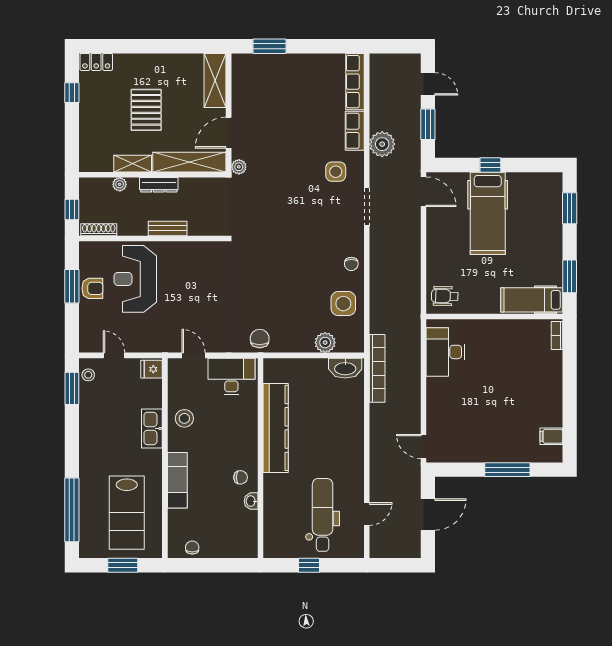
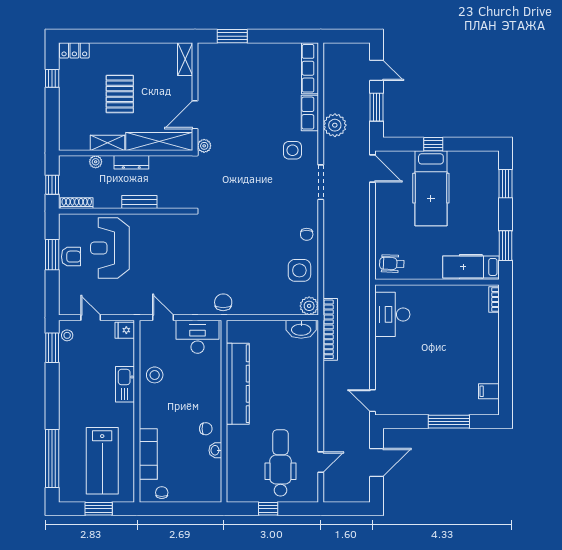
shelving: (215, 81) -> (185, 59), width x0.67, depth x0.75
plant: (325, 343) -> (309, 306), moved
exam couch: (177, 480) -> (148, 454), moved

